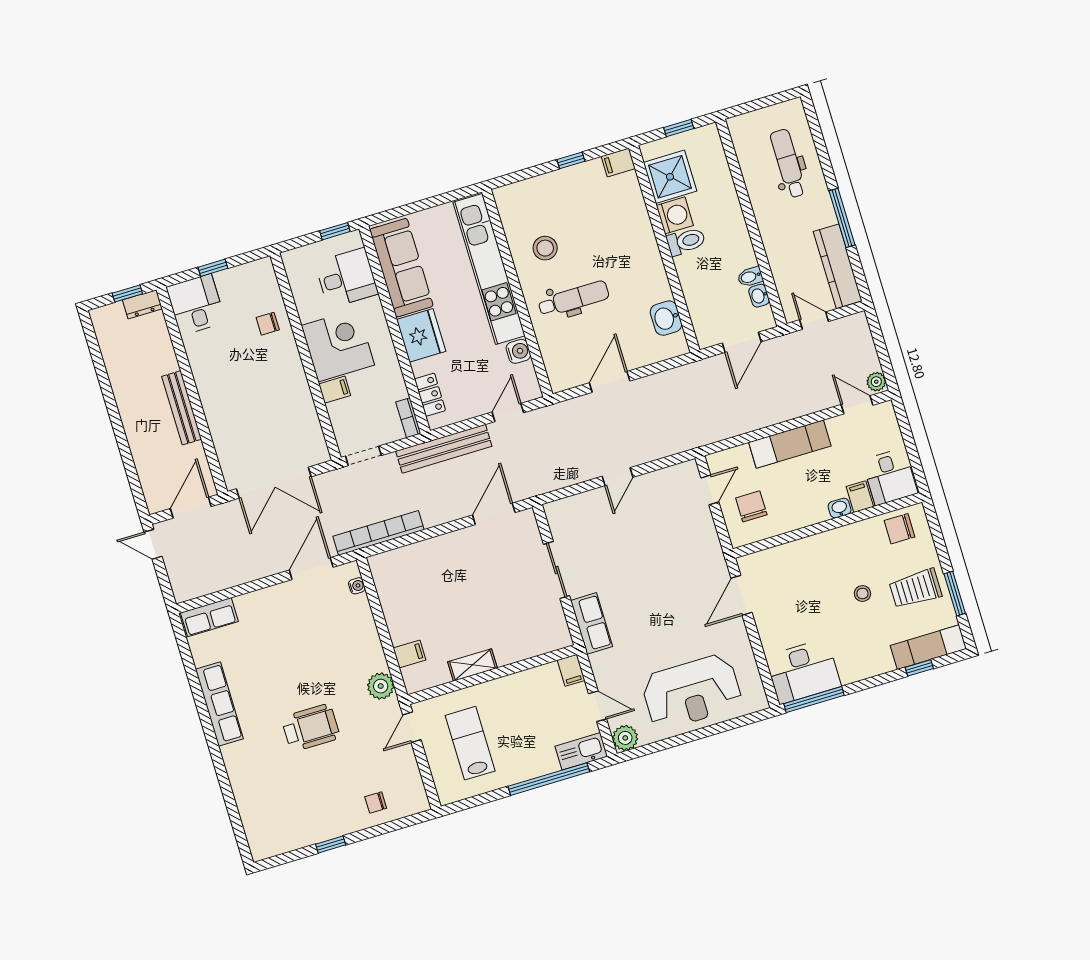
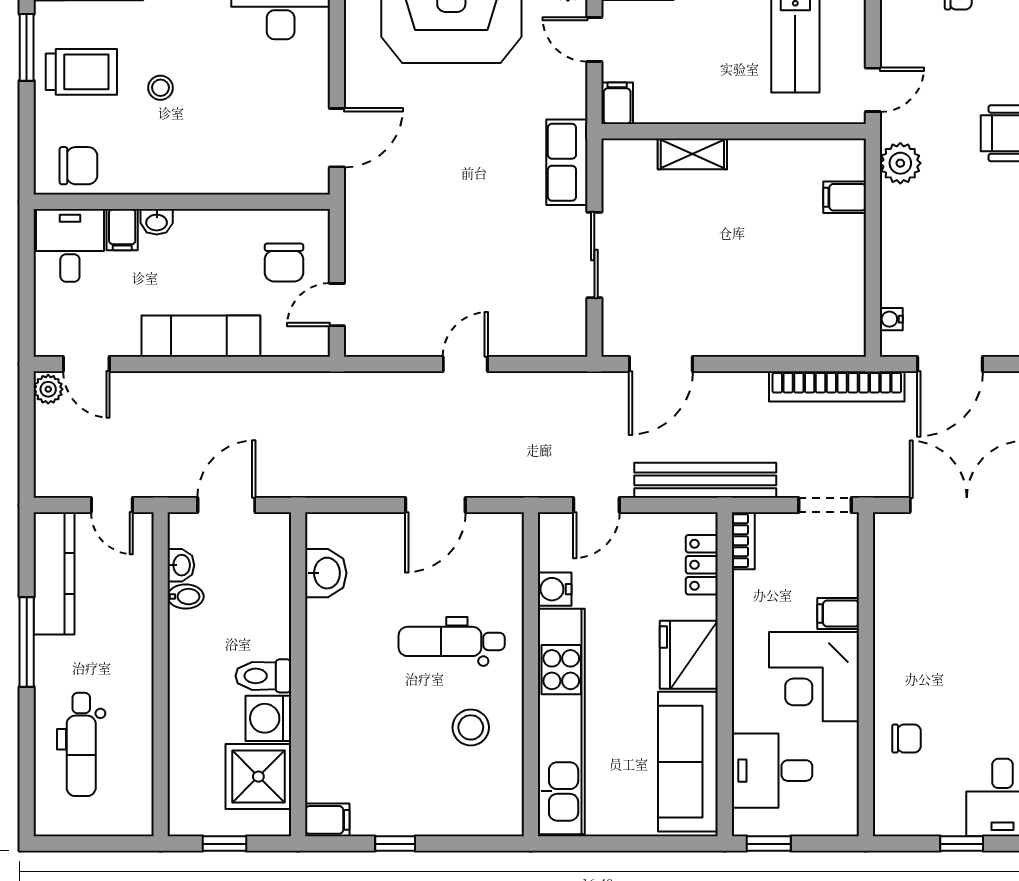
shelving: (472, 665) -> (692, 154), moved

